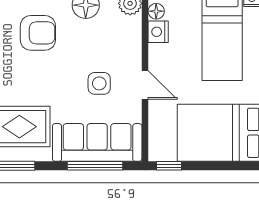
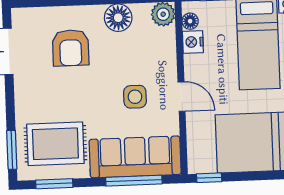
armchair: (38, 33) -> (71, 48), turned 90

